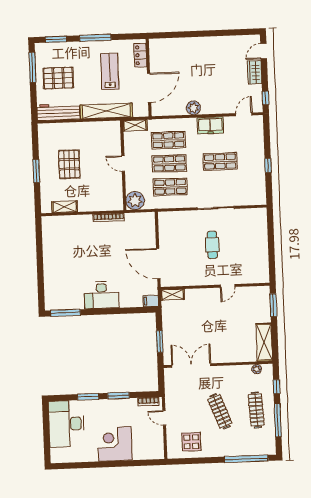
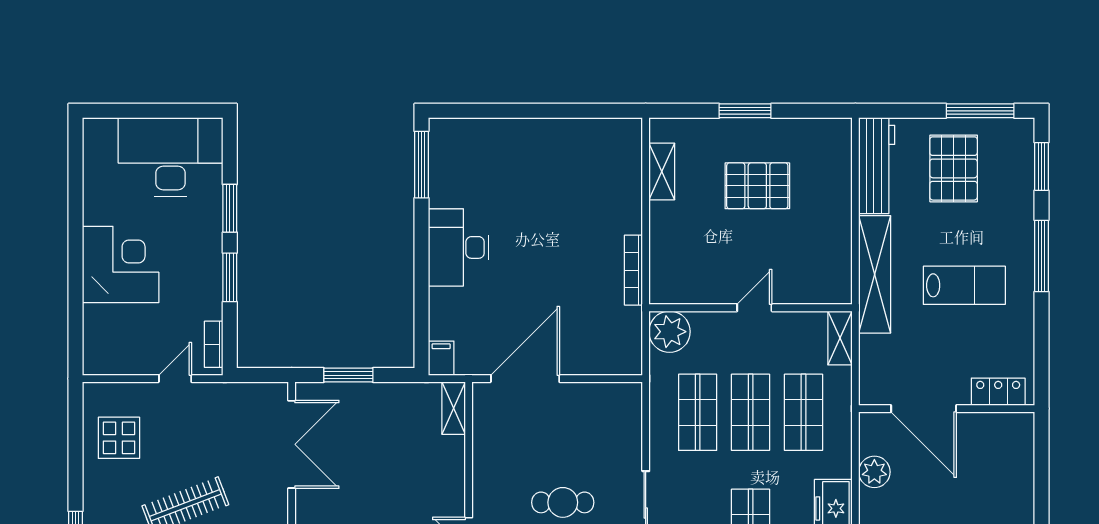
locker: (140, 55) -> (998, 392), moved
wall: (149, 78) -> (947, 409), moved
door: (149, 88) -> (924, 409), moved

